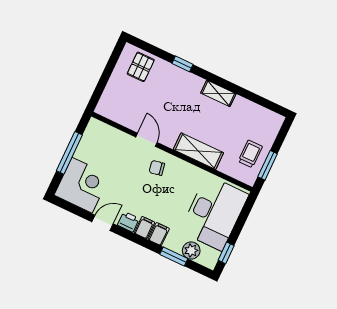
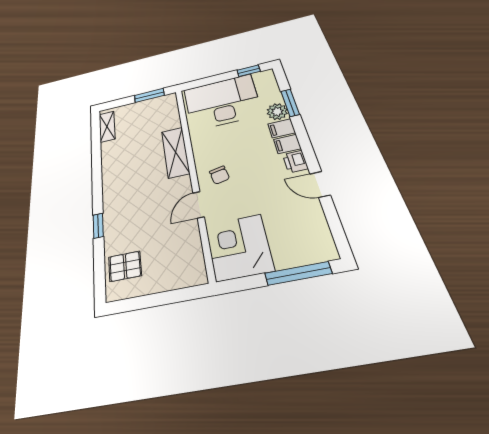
shelving: (218, 93) -> (107, 127), moved
window: (69, 153) -> (298, 273), moved
trolley: (250, 154) -> (148, 113), removed
corner desk: (82, 185) -> (239, 247), moved
plant: (191, 251) -> (277, 112), moved

